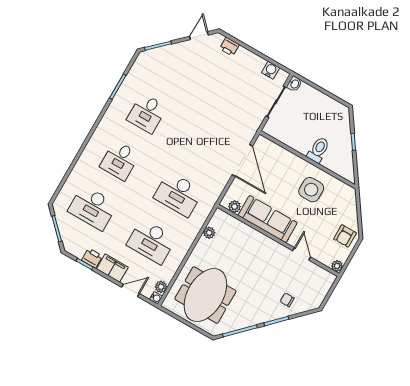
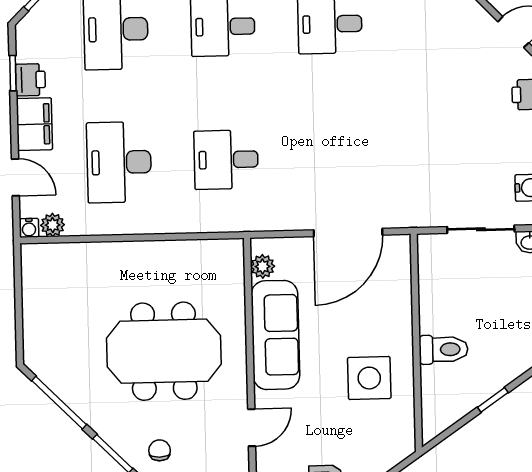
desk: (178, 194) -> (226, 160), width x0.73
plant: (209, 233) -> (193, 251), removed
meeting table: (205, 295) -> (164, 351), moved

